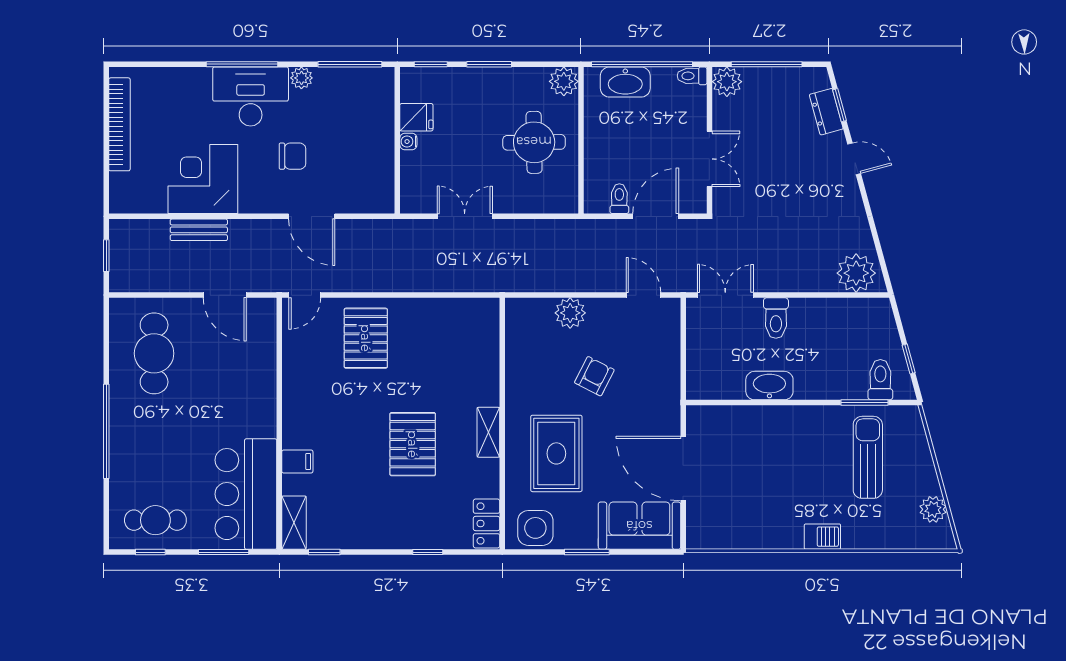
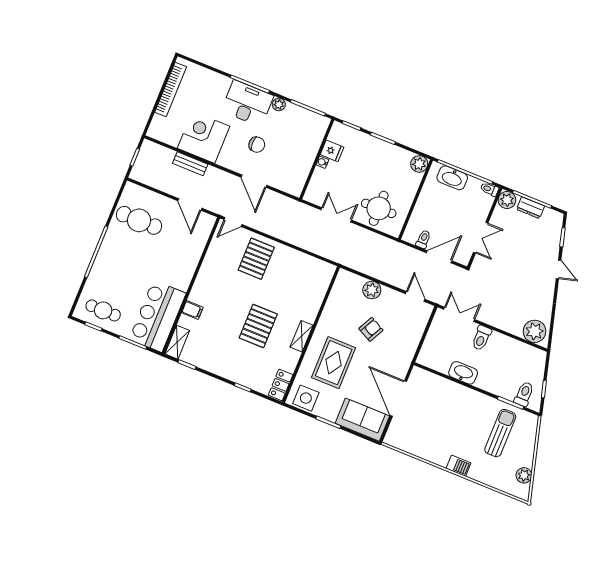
dresser: (826, 112) -> (531, 208), moved, turned -75
round table: (534, 142) -> (379, 208), moved
cafe table: (154, 353) -> (139, 220), turned 90

